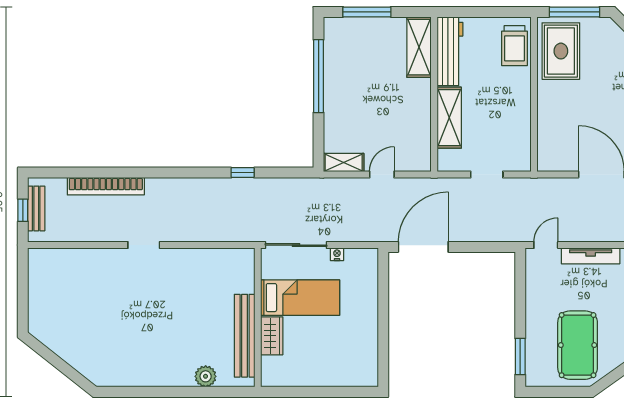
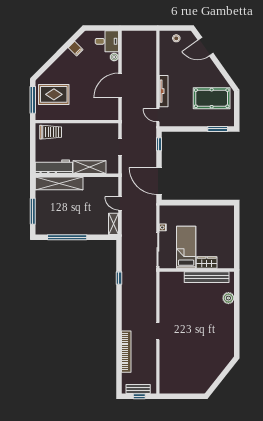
shelving: (419, 47) -> (59, 183), width x1.47
rug: (561, 51) -> (54, 94), moved
window: (492, 247) -> (159, 144), added

